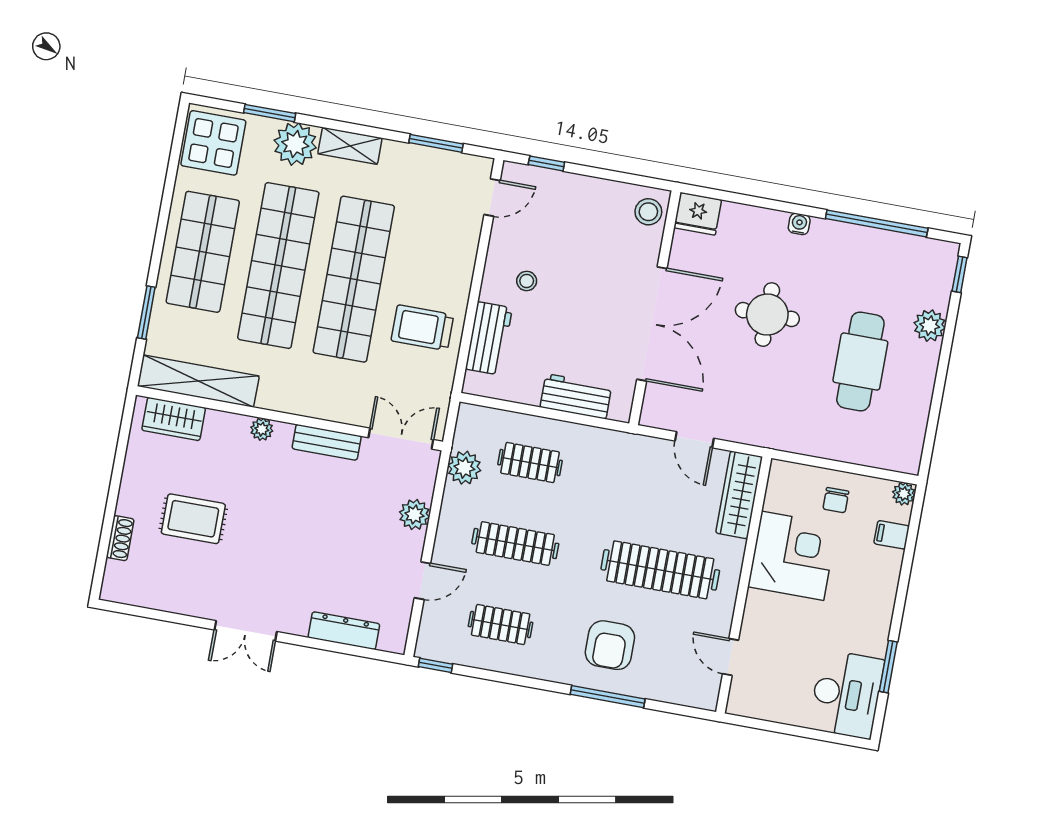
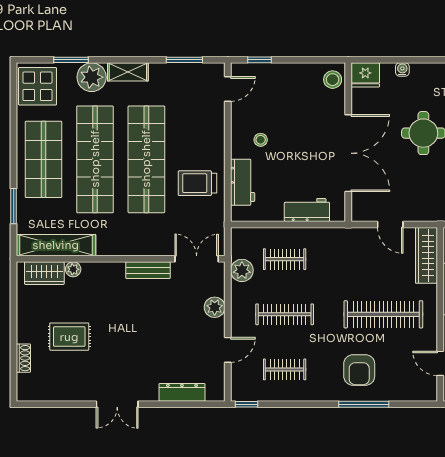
water cooler: (799, 224) -> (402, 70), moved
plant: (262, 429) -> (73, 269), moved

